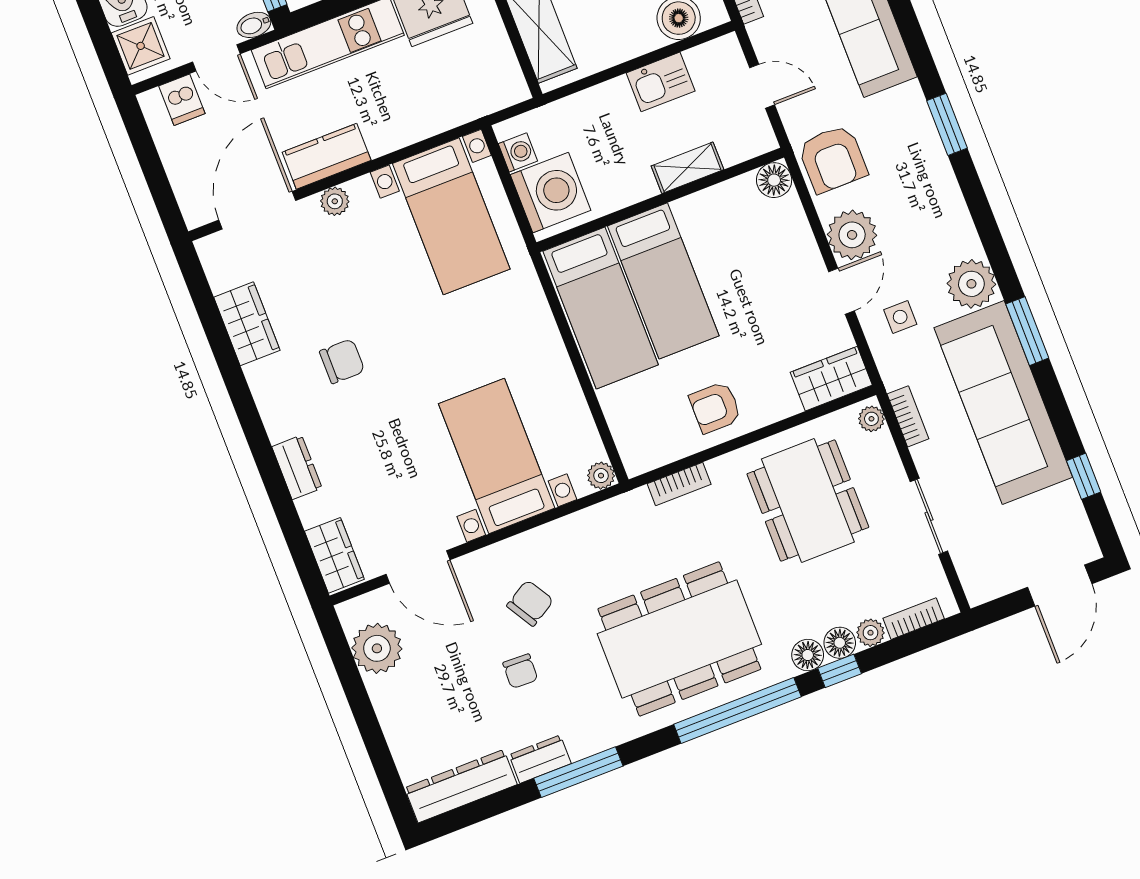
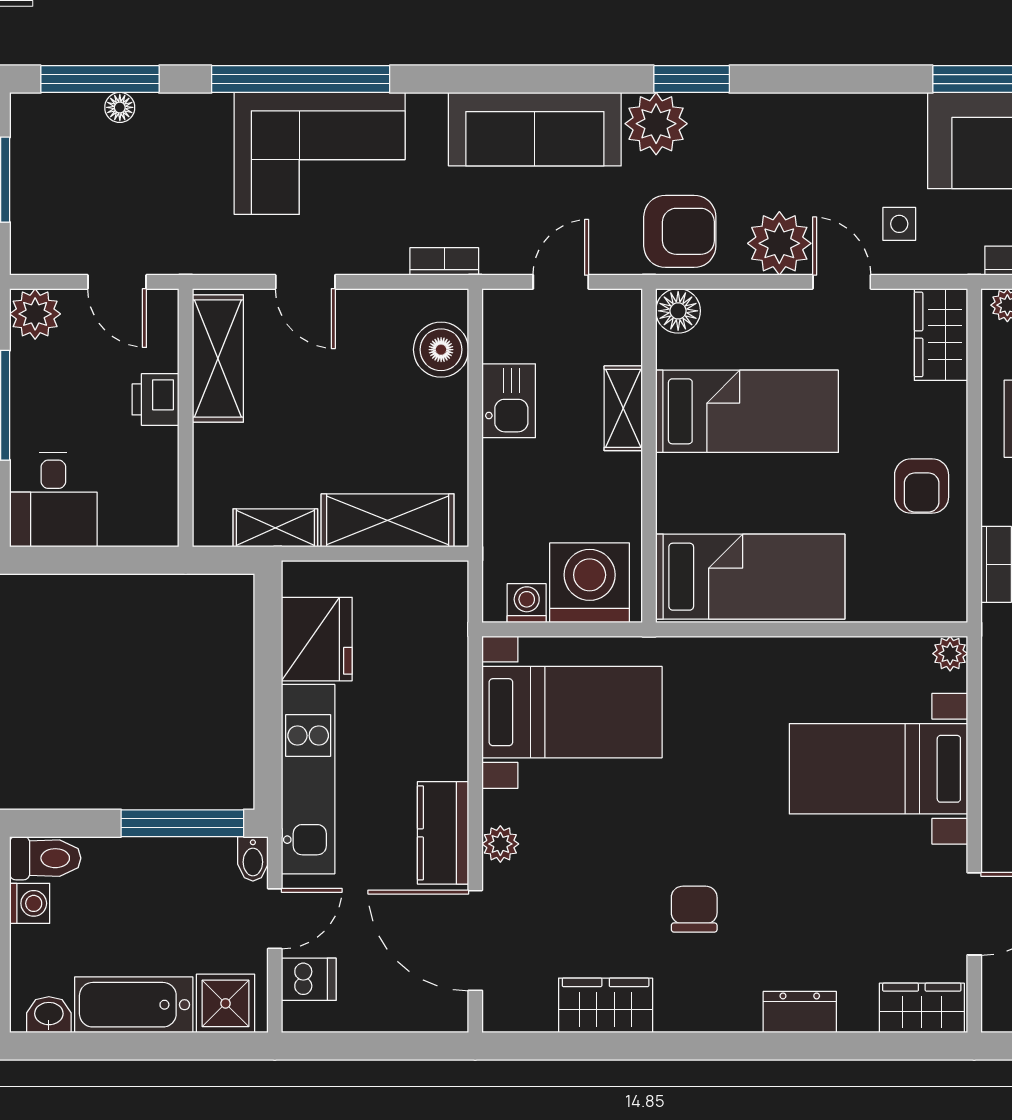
bed: (663, 281) -> (747, 411), moved
plant: (971, 284) -> (656, 124), moved

